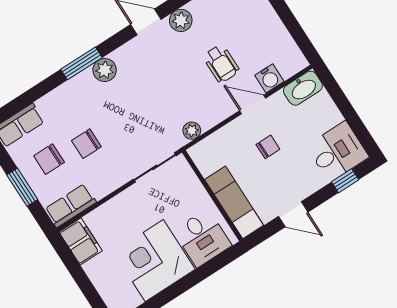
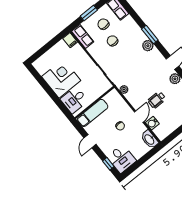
filing cabinet: (81, 241) -> (70, 40), width x0.50

